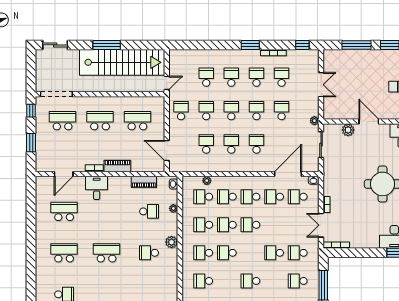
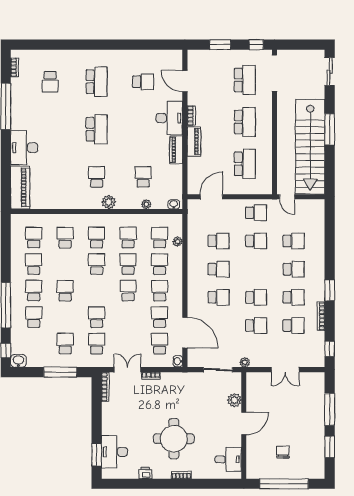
school desk: (231, 111) -> (256, 269), removed
piano: (144, 182) -> (176, 150), moved
desk: (97, 188) -> (169, 118), width x1.37
school desk: (64, 211) -> (143, 82), width x0.54
school desk: (149, 211) -> (143, 177), turned 180

